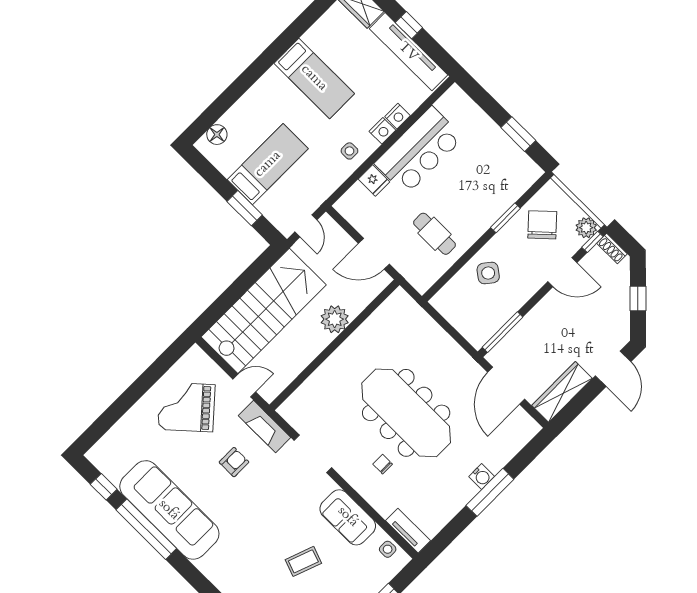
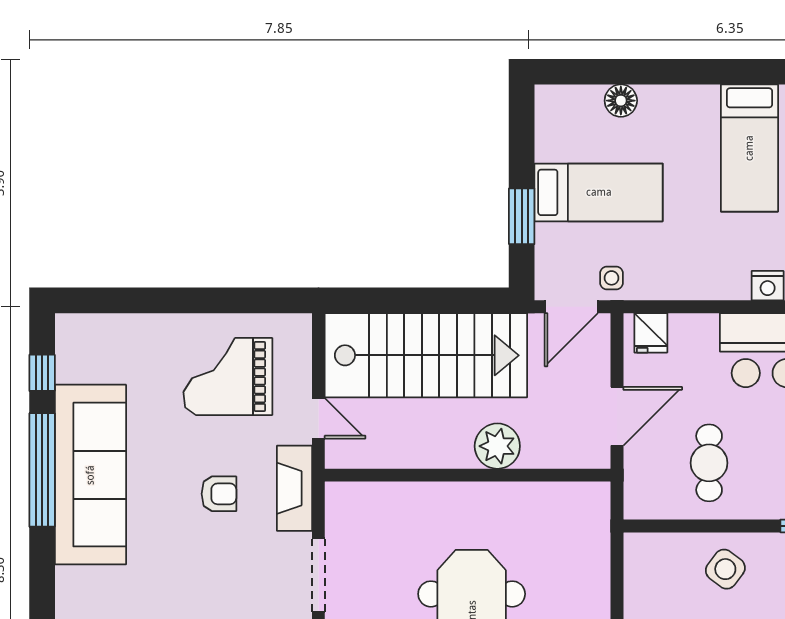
floor lamp: (217, 135) -> (621, 101), moved
side table: (349, 151) -> (612, 278), moved
fridge: (374, 181) -> (651, 333), moved
door: (306, 226) -> (571, 307), width x1.38
door: (374, 254) -> (617, 416), swing flipped
grand piano: (186, 407) -> (228, 376), turned -48

